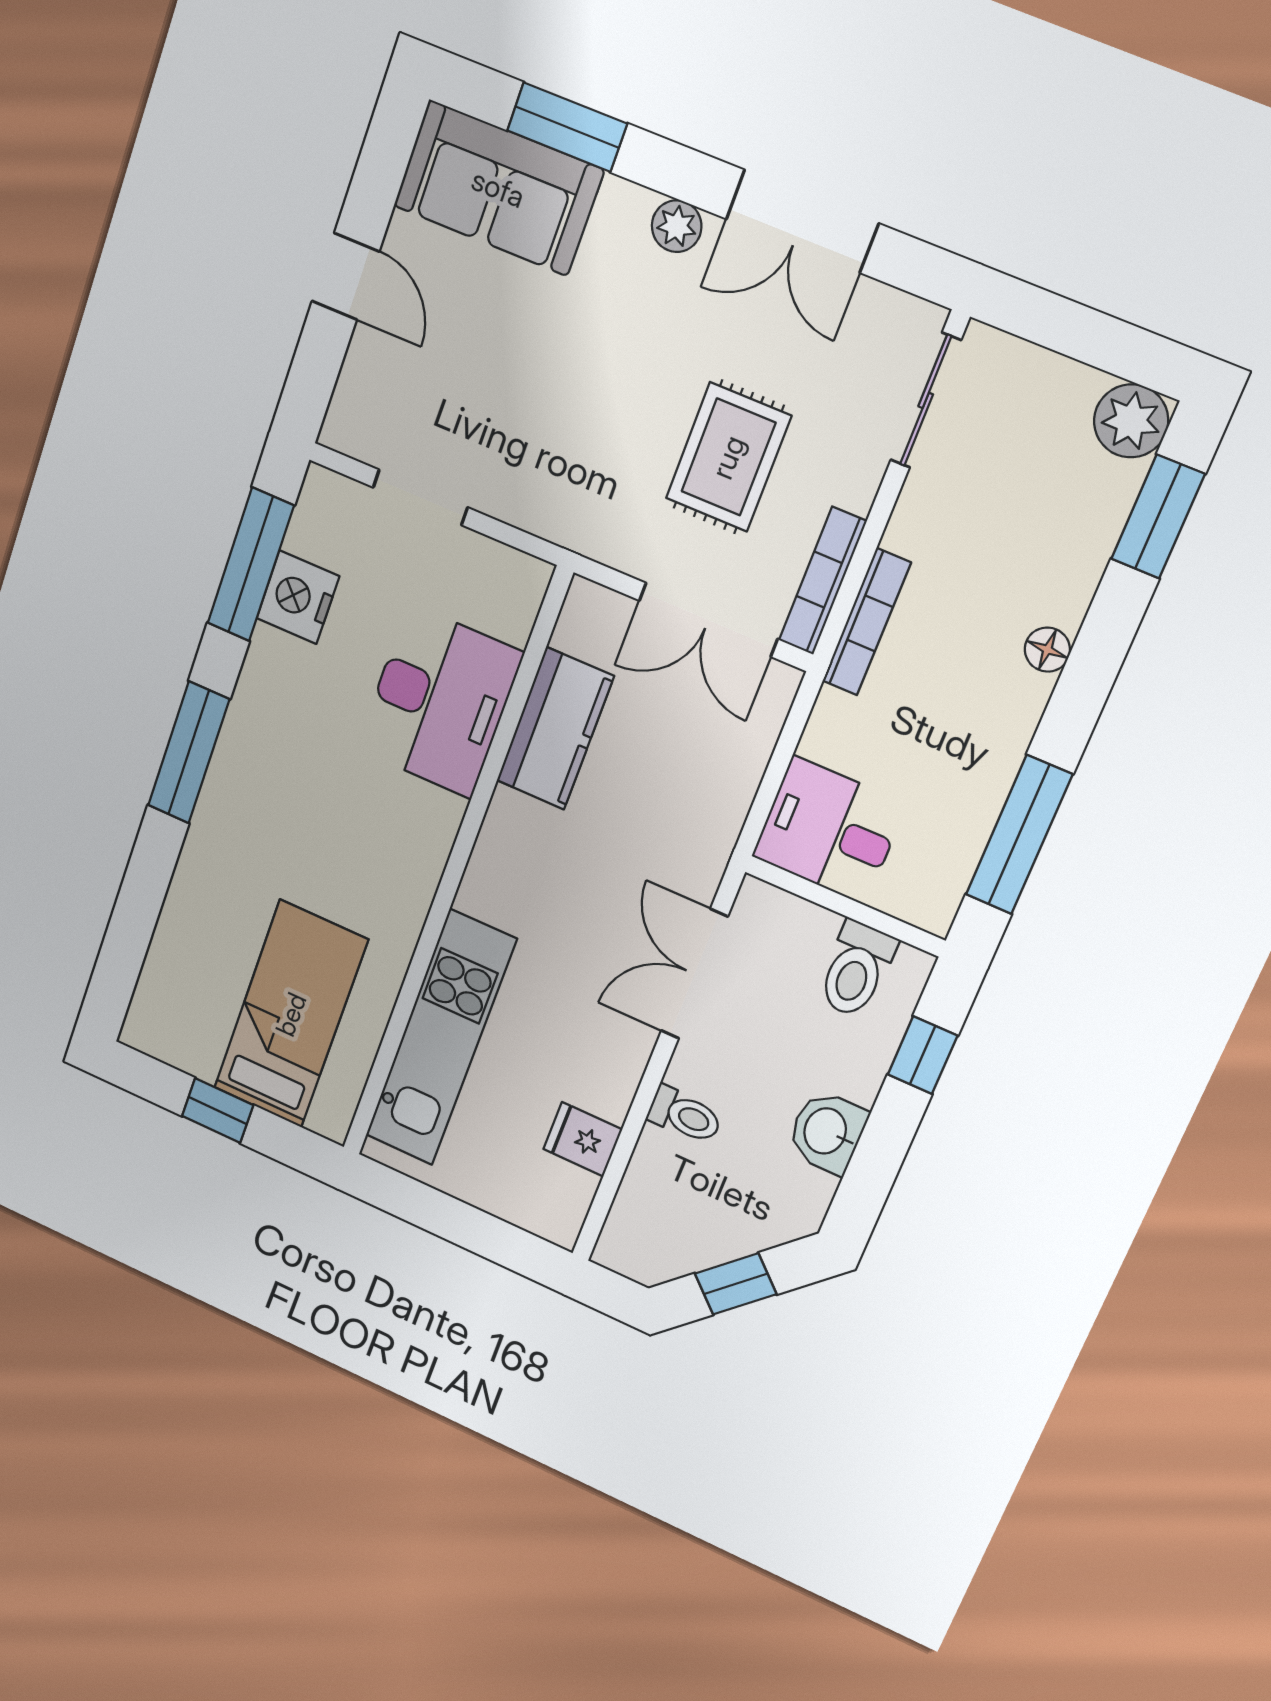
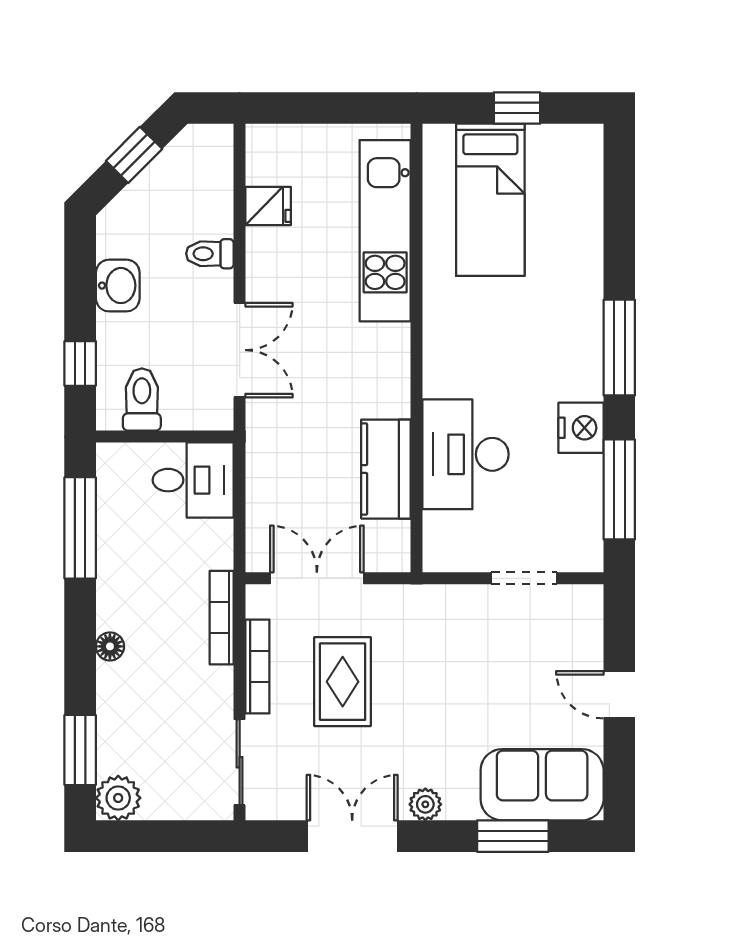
bookcase: (823, 581) -> (257, 667), moved
nightstand: (298, 597) -> (581, 428), moved

